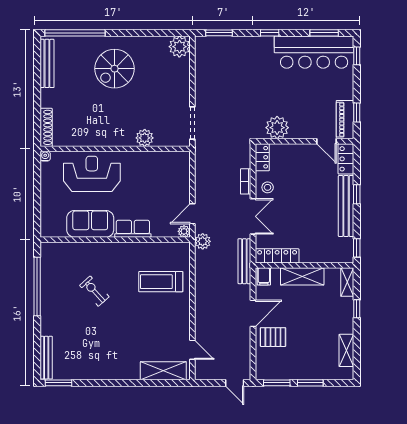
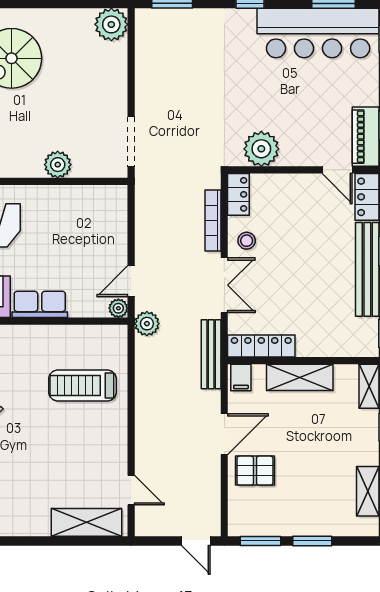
bookcase: (246, 181) -> (213, 221), width x1.56

